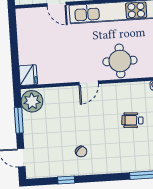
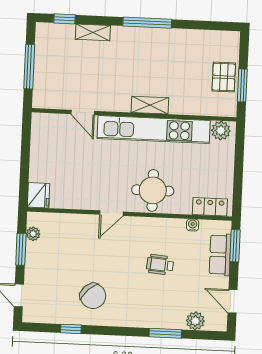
plant: (32, 101) -> (33, 234), width x0.53, depth x0.53
chair: (81, 152) -> (93, 296), width x1.87, depth x1.87

